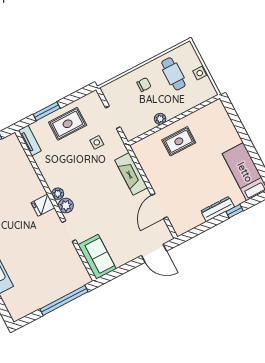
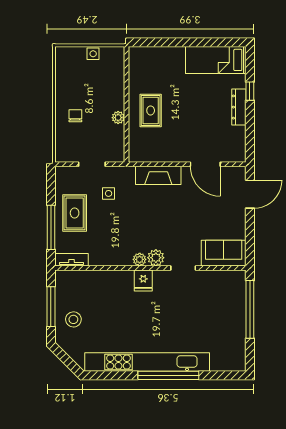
cafe table: (173, 74) -> (80, 81), removed
window: (47, 111) -> (51, 227), width x1.44

